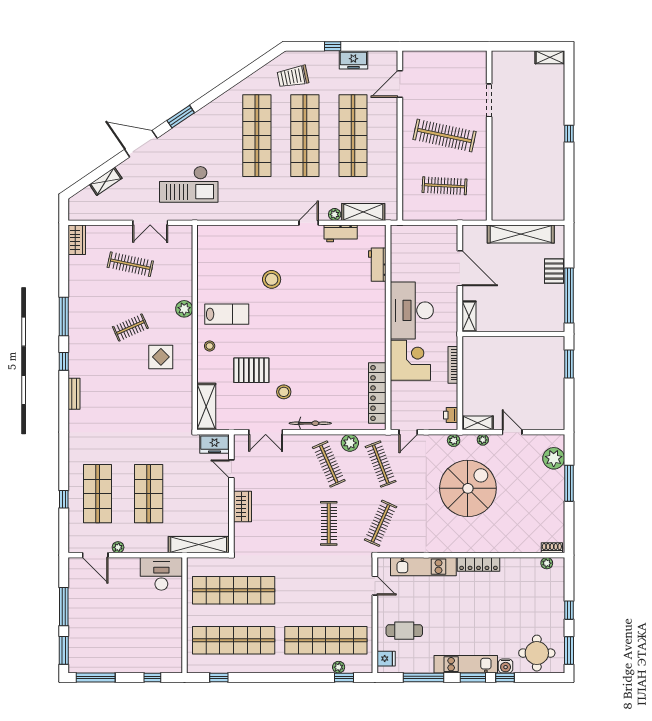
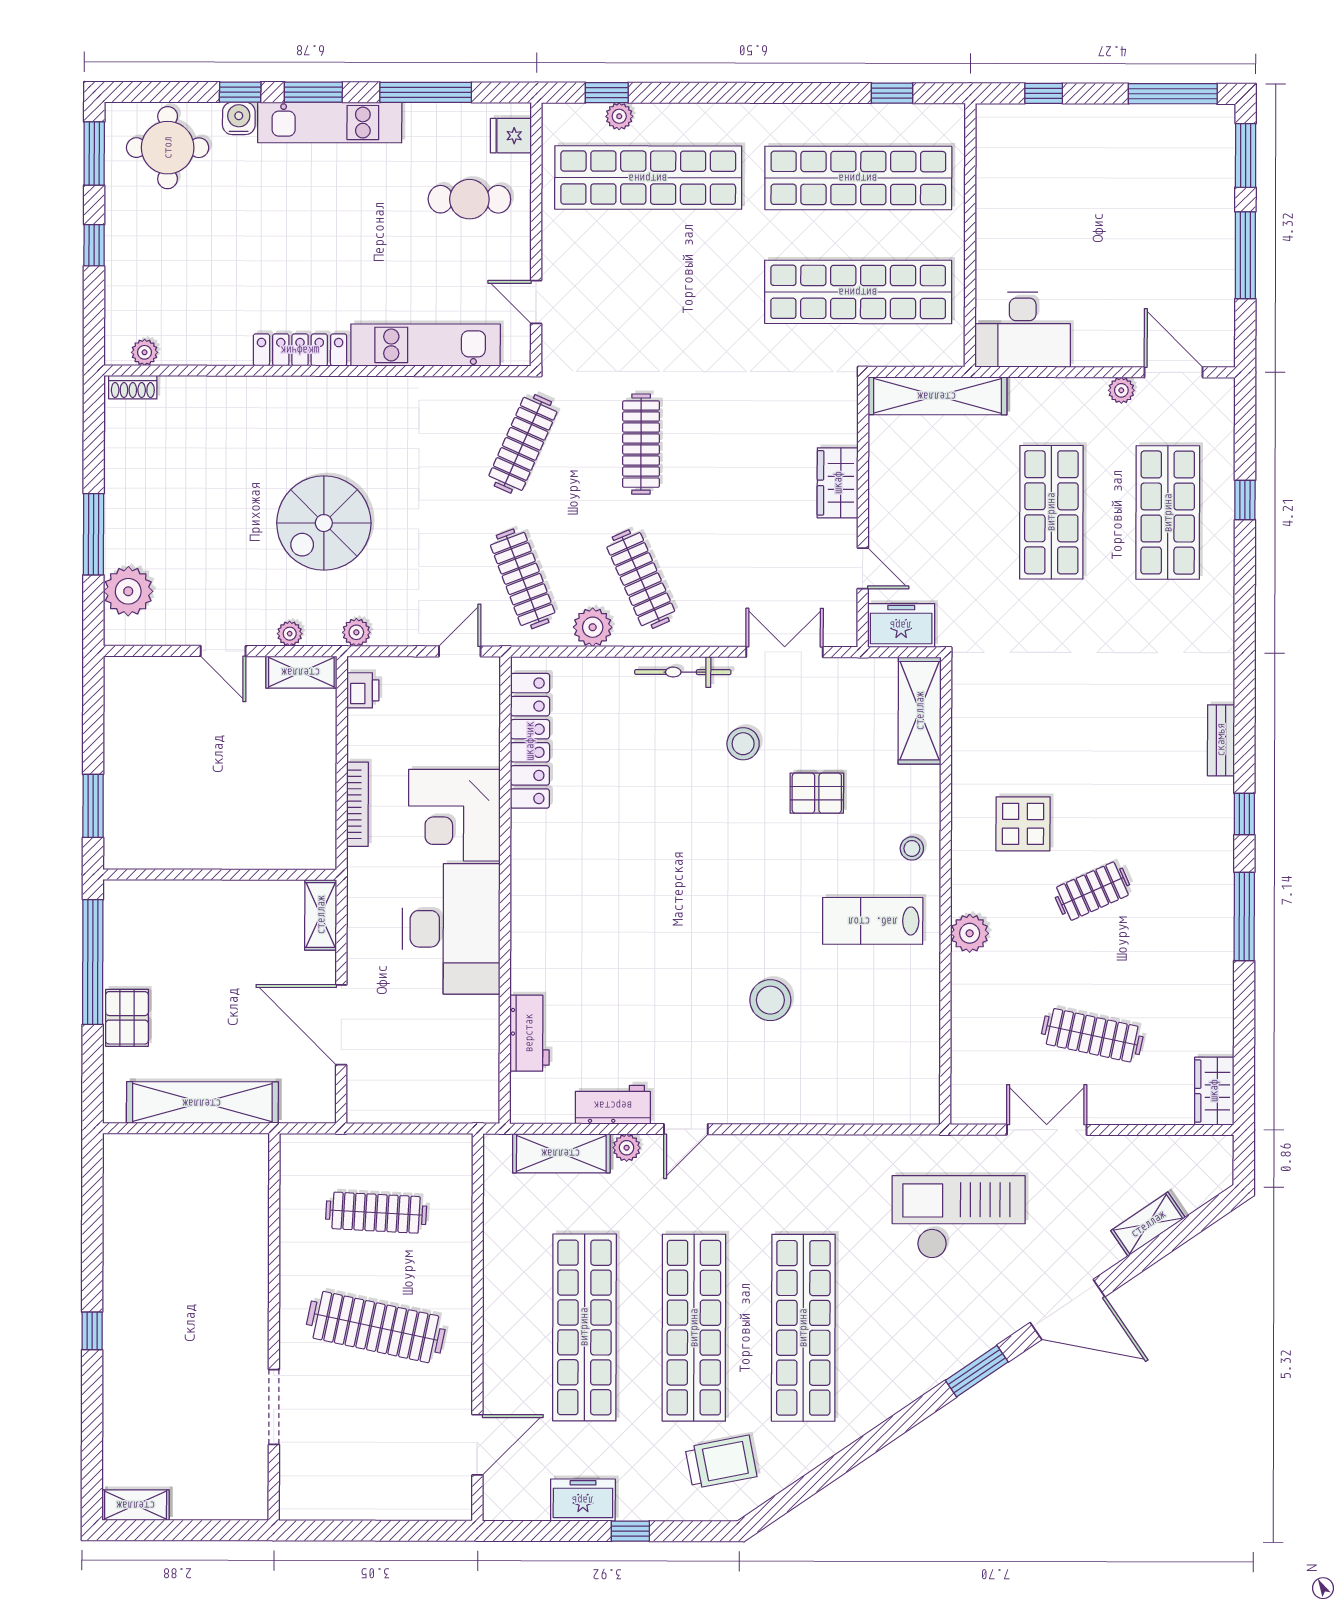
pallet: (251, 370) -> (817, 793), width x0.67, depth x0.71
spiral stairs: (468, 488) -> (324, 523), width x0.73, depth x0.73

